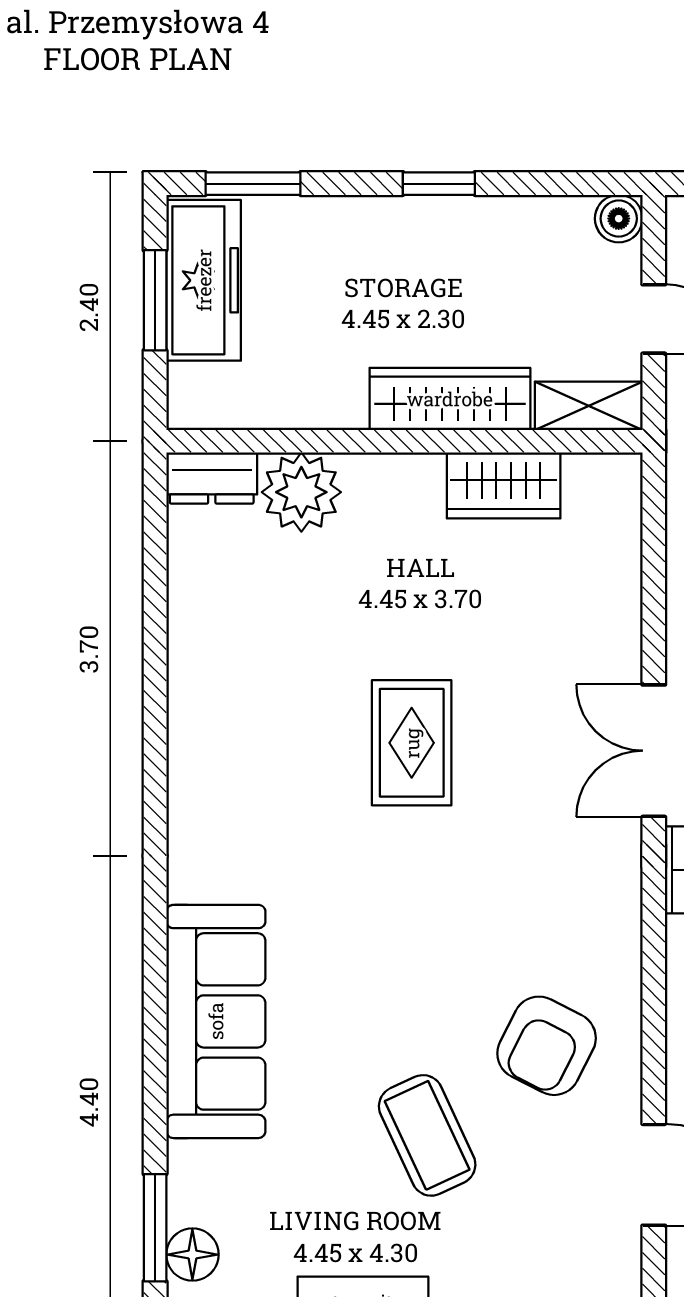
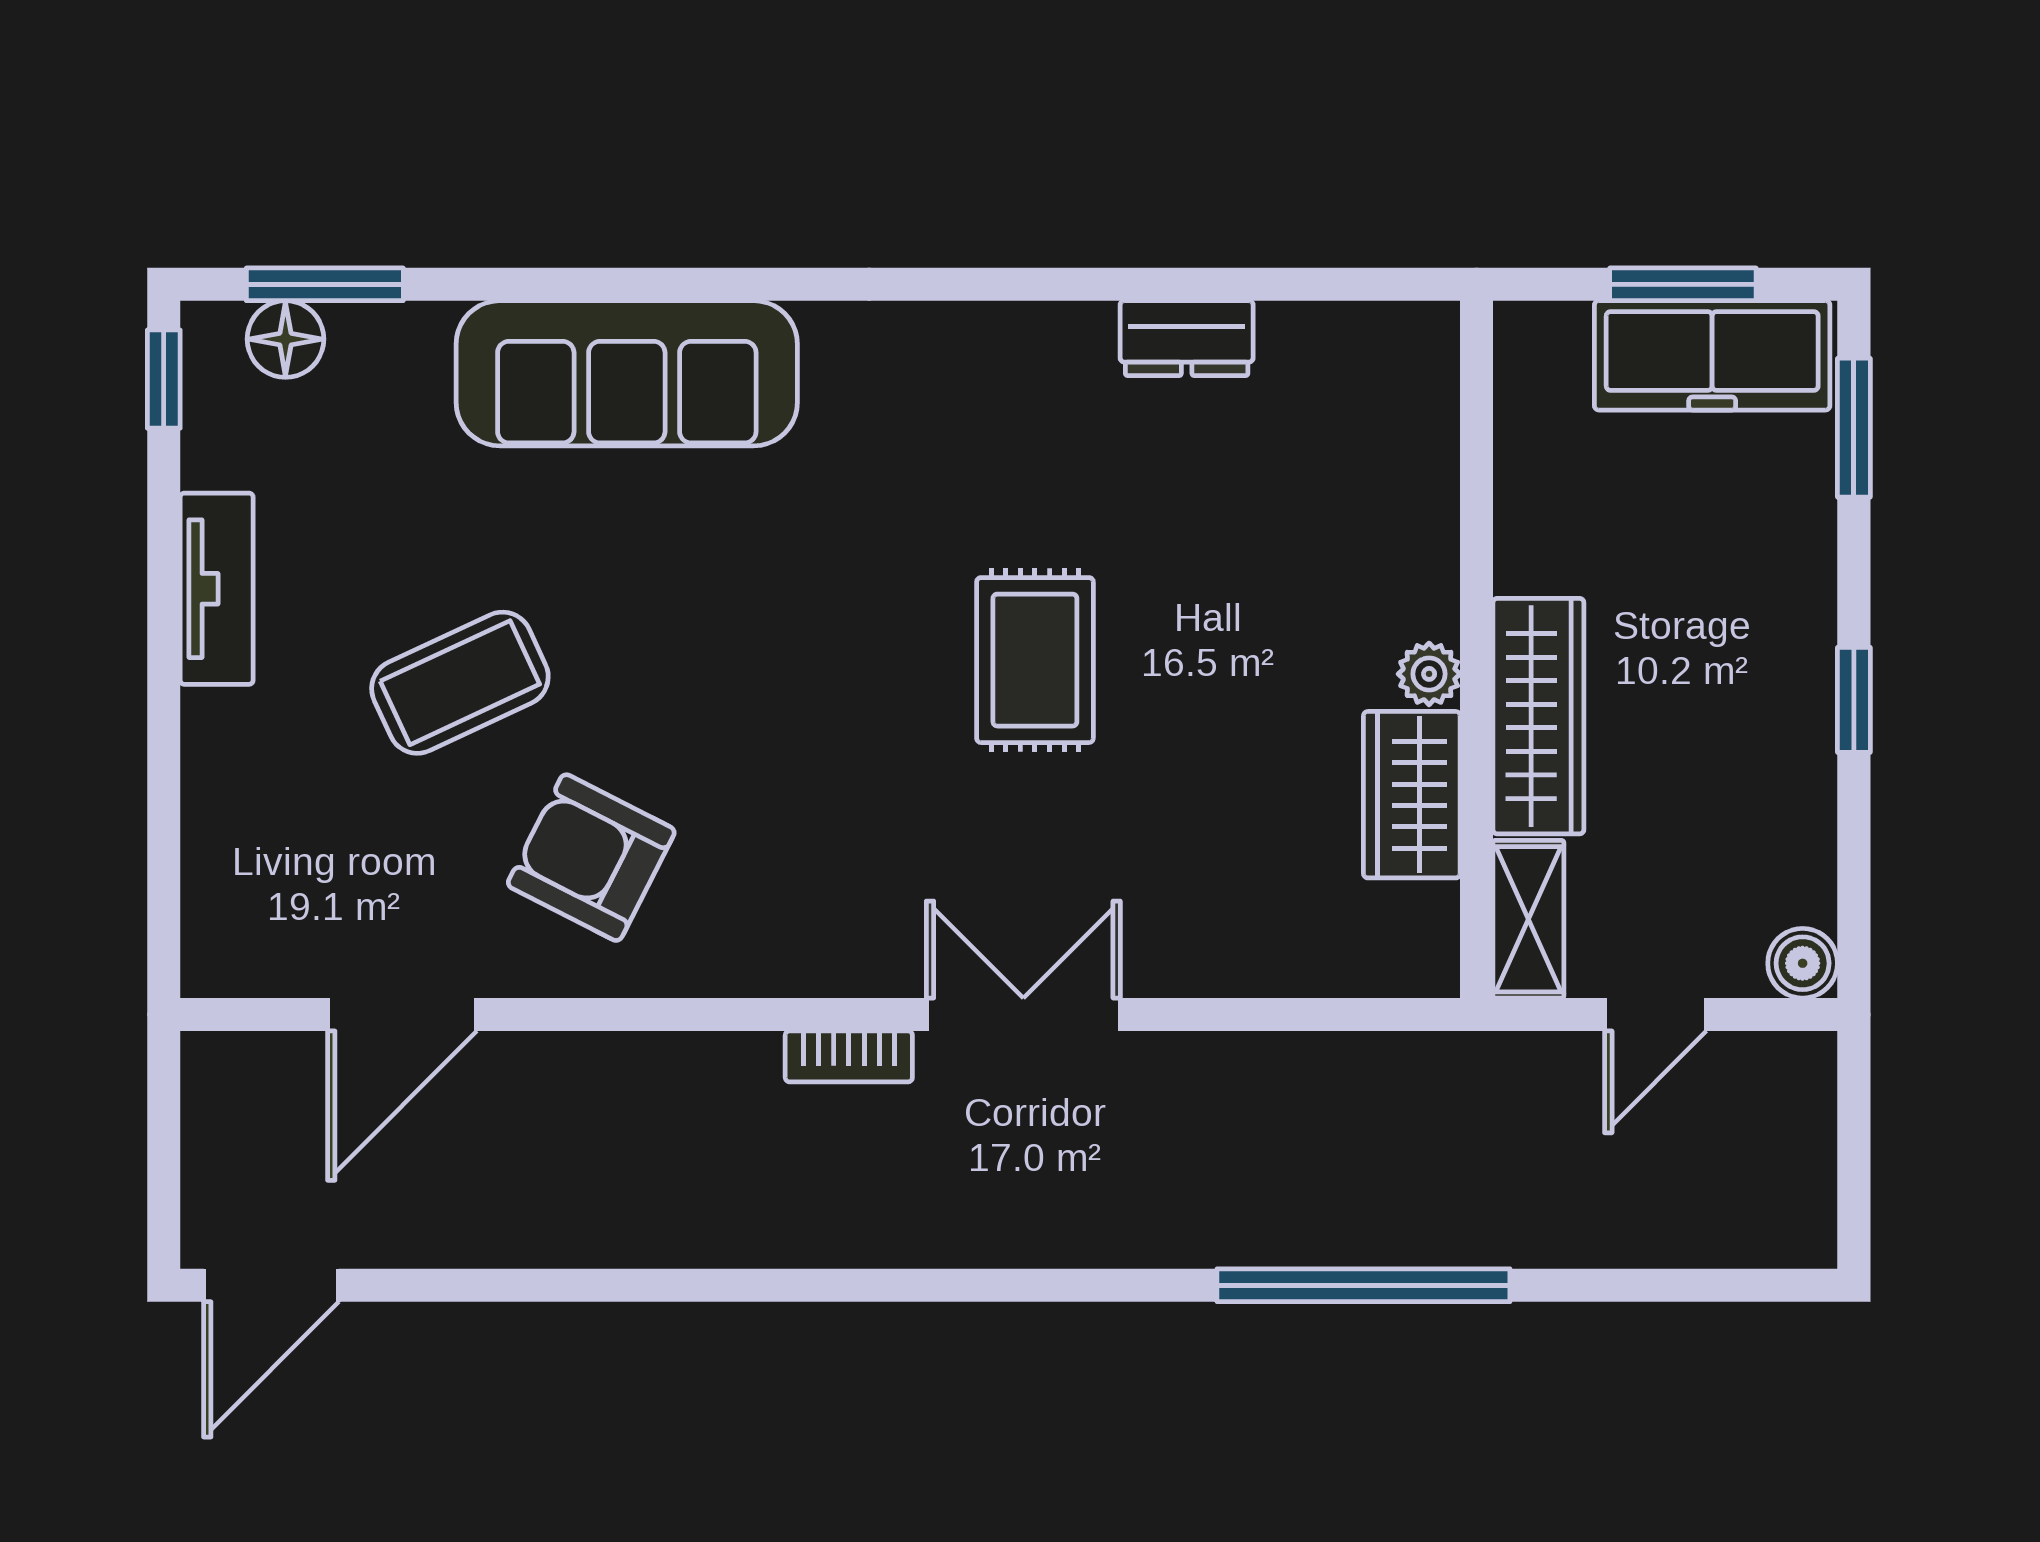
dresser: (212, 478) -> (1187, 338), moved, turned -90
plant: (301, 492) -> (1429, 674), moved, width x0.53, depth x0.53
rug: (412, 743) -> (1035, 660), turned 90

